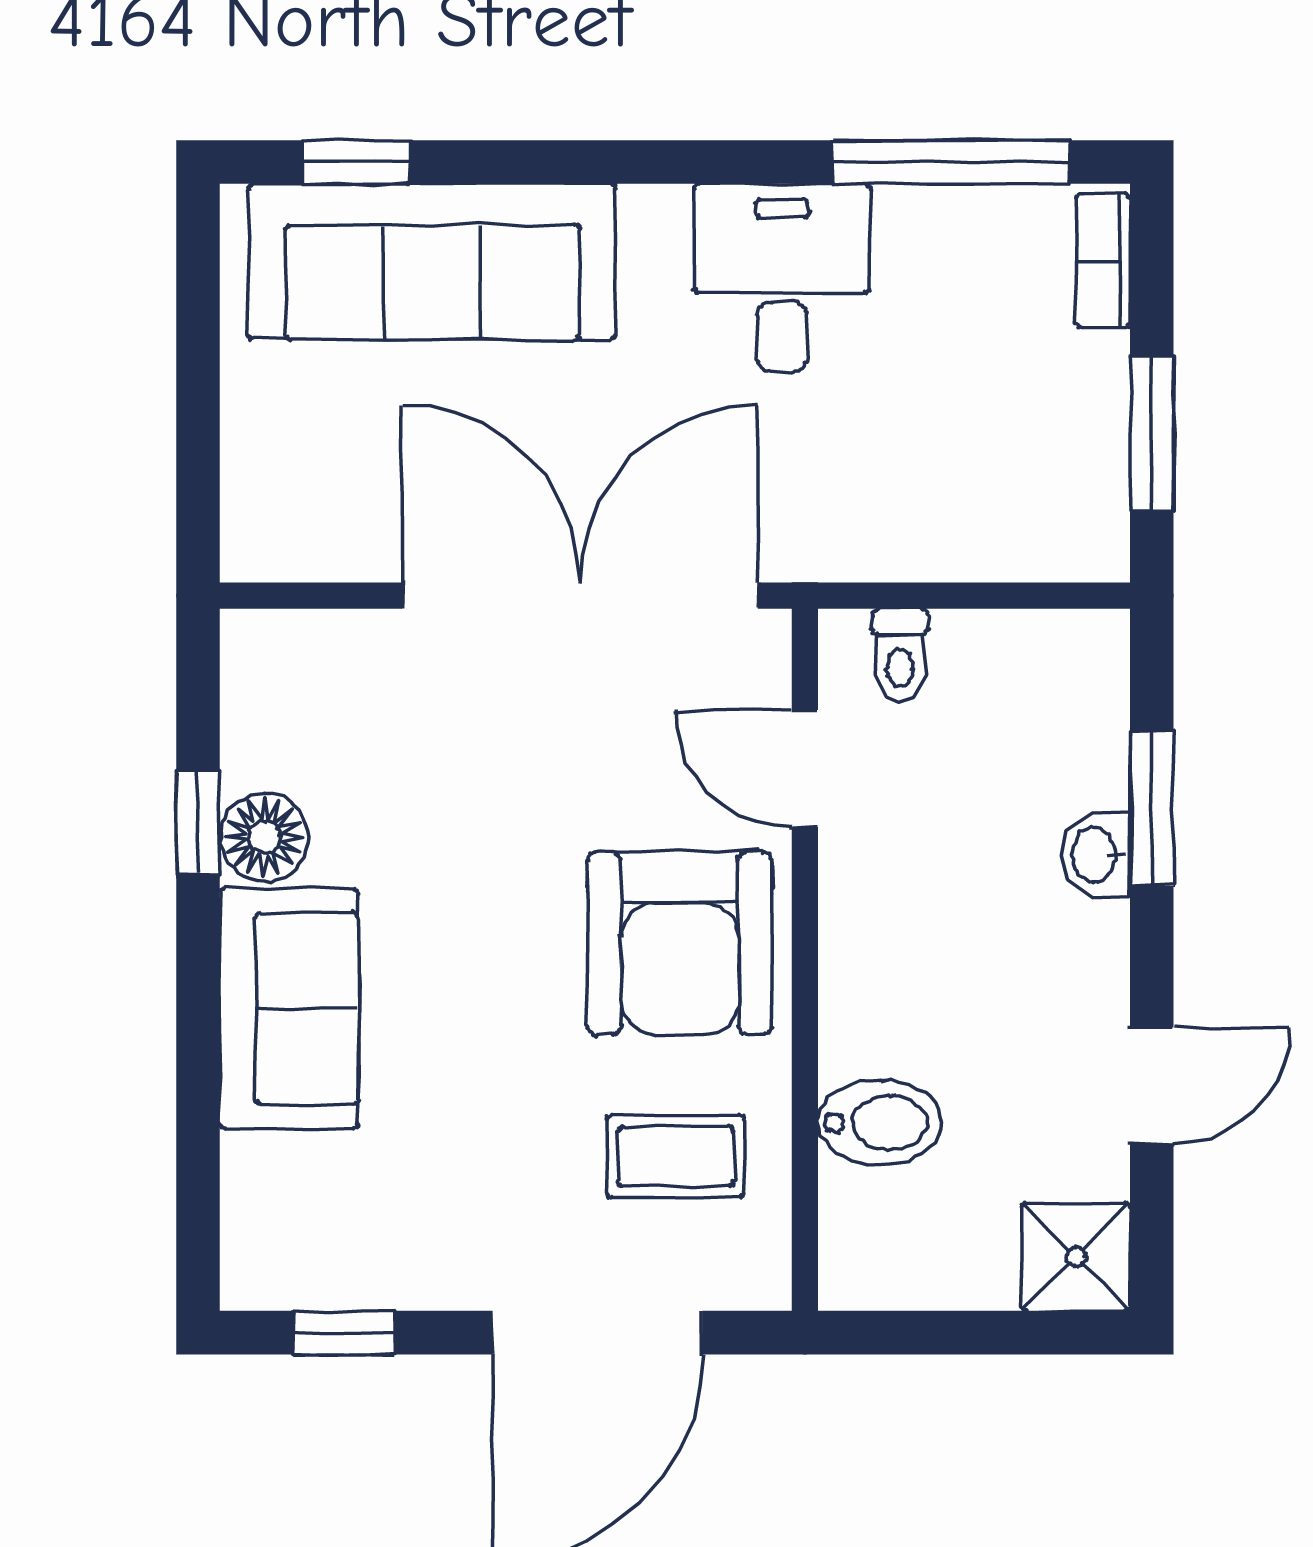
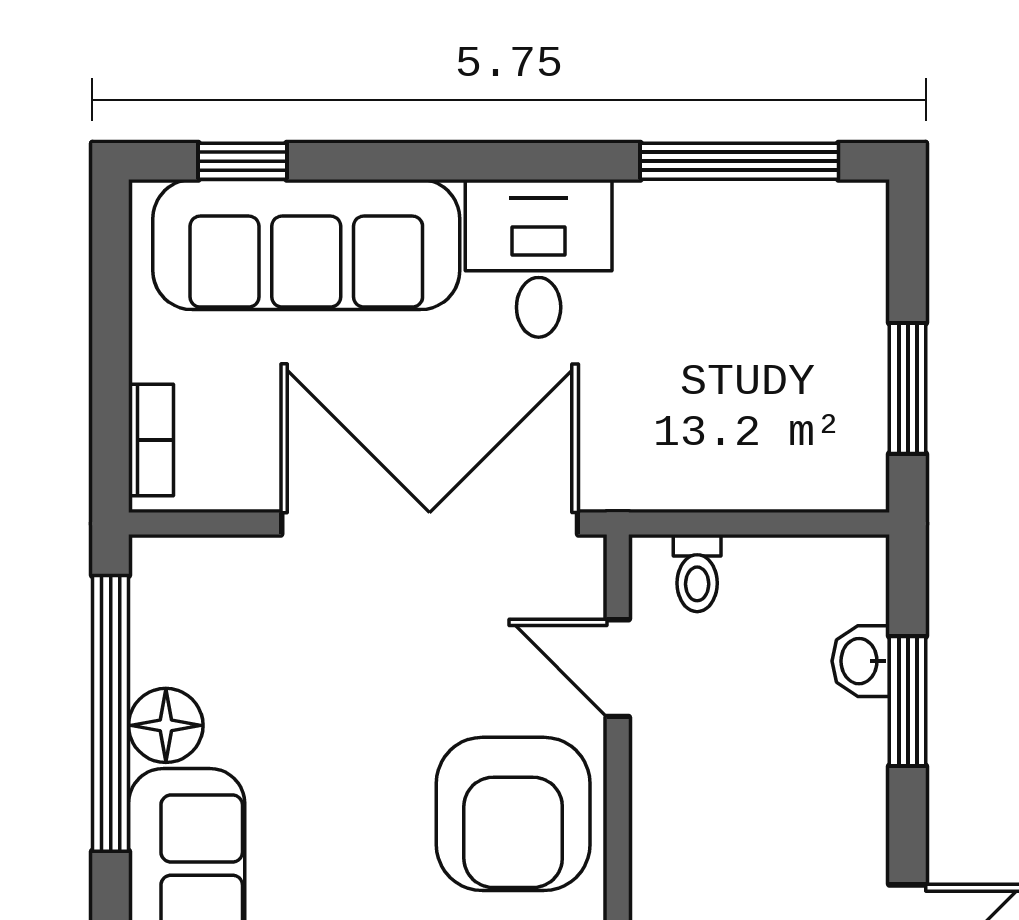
bookcase: (1103, 261) -> (151, 440), moved, turned 180
desk: (782, 278) -> (539, 258), moved
window: (198, 823) -> (111, 713), width x3.17
washbasin: (1096, 855) -> (861, 661), moved

